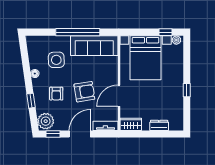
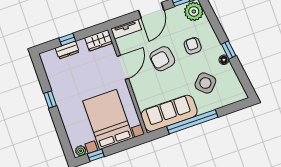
side table: (56, 60) -> (205, 83), turned 45
window: (31, 101) -> (229, 50), moved
window: (156, 134) -> (67, 40), added

